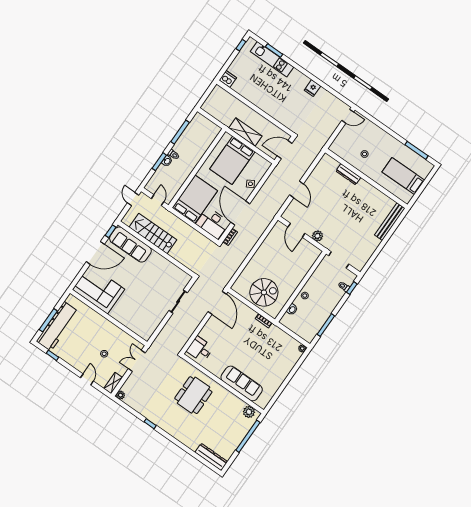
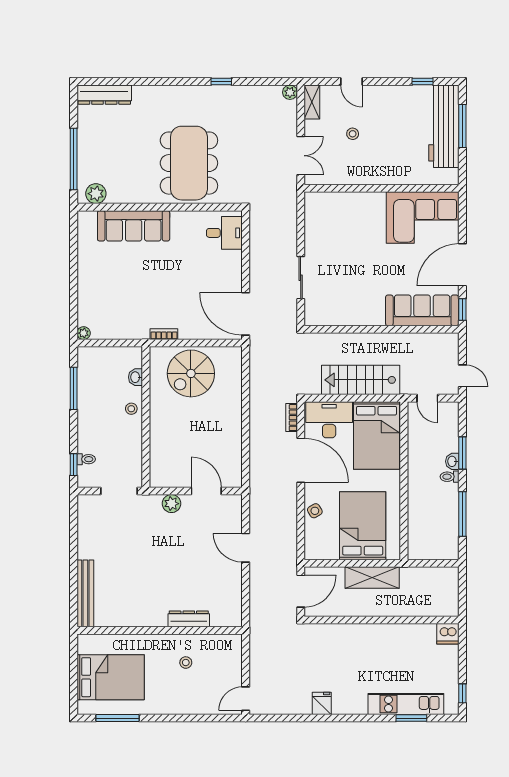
bed: (403, 176) -> (111, 677), width x1.50
stairs: (153, 234) -> (361, 380), moved, turned 180
dining table: (193, 395) -> (189, 163), width x1.36, depth x1.24

